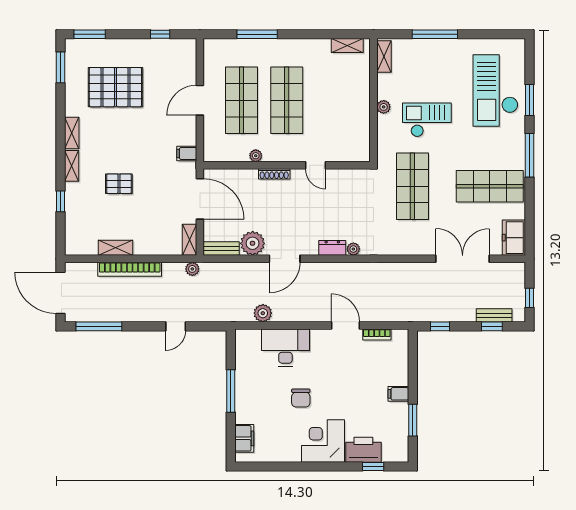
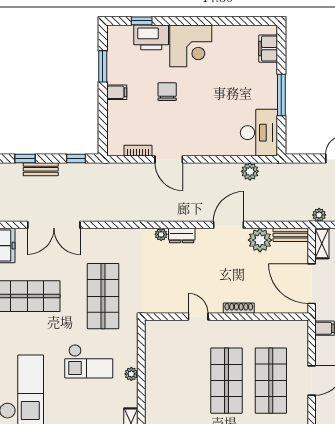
plant: (256, 156) -> (257, 326), removed
bench: (494, 315) -> (41, 169), moved
desk: (285, 348) -> (259, 133), moved, turned -90
chair: (301, 398) -> (167, 92), moved

